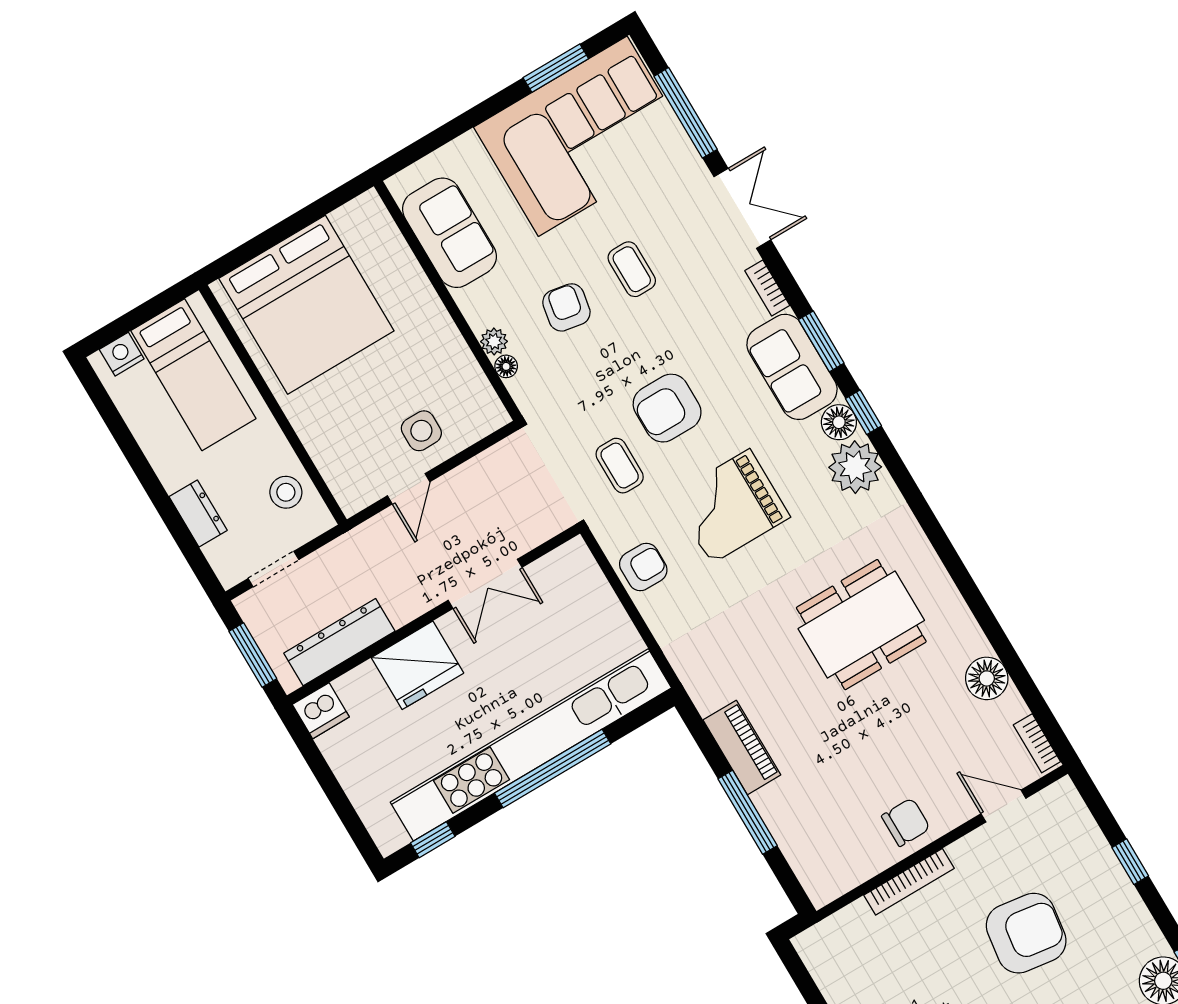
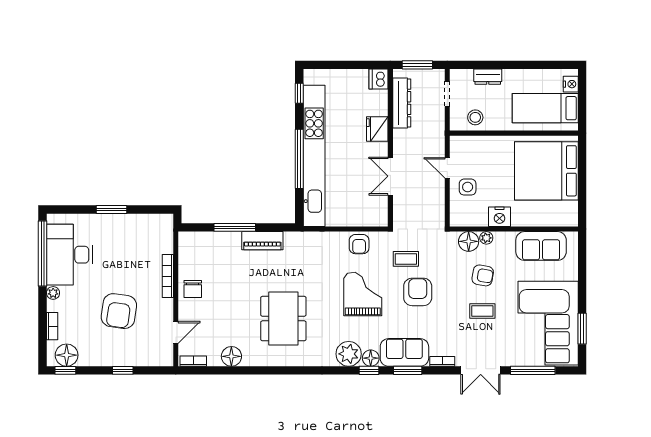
nightstand: (441, 340) -> (500, 217), added
floor lamp: (506, 366) -> (469, 241), width x1.89, depth x1.89
fridge: (417, 665) -> (377, 129), width x0.73, depth x0.75

